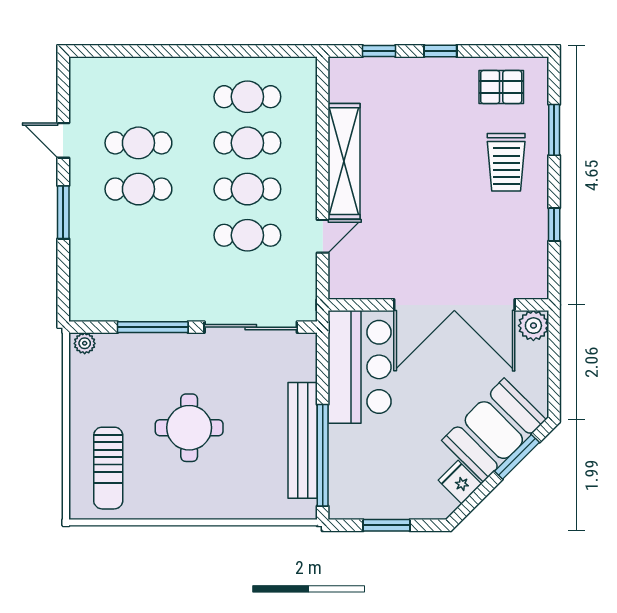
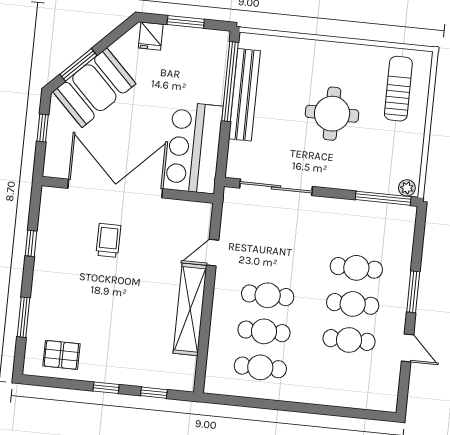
trolley: (506, 162) -> (108, 240), moved, width x0.73, depth x0.72
cafe table: (247, 235) -> (356, 268), moved
plant: (533, 326) -> (55, 166), removed
window: (153, 327) -> (383, 198), moved
window: (554, 372) -> (43, 128), added
fridge: (460, 482) -> (151, 36), moved, turned 45

